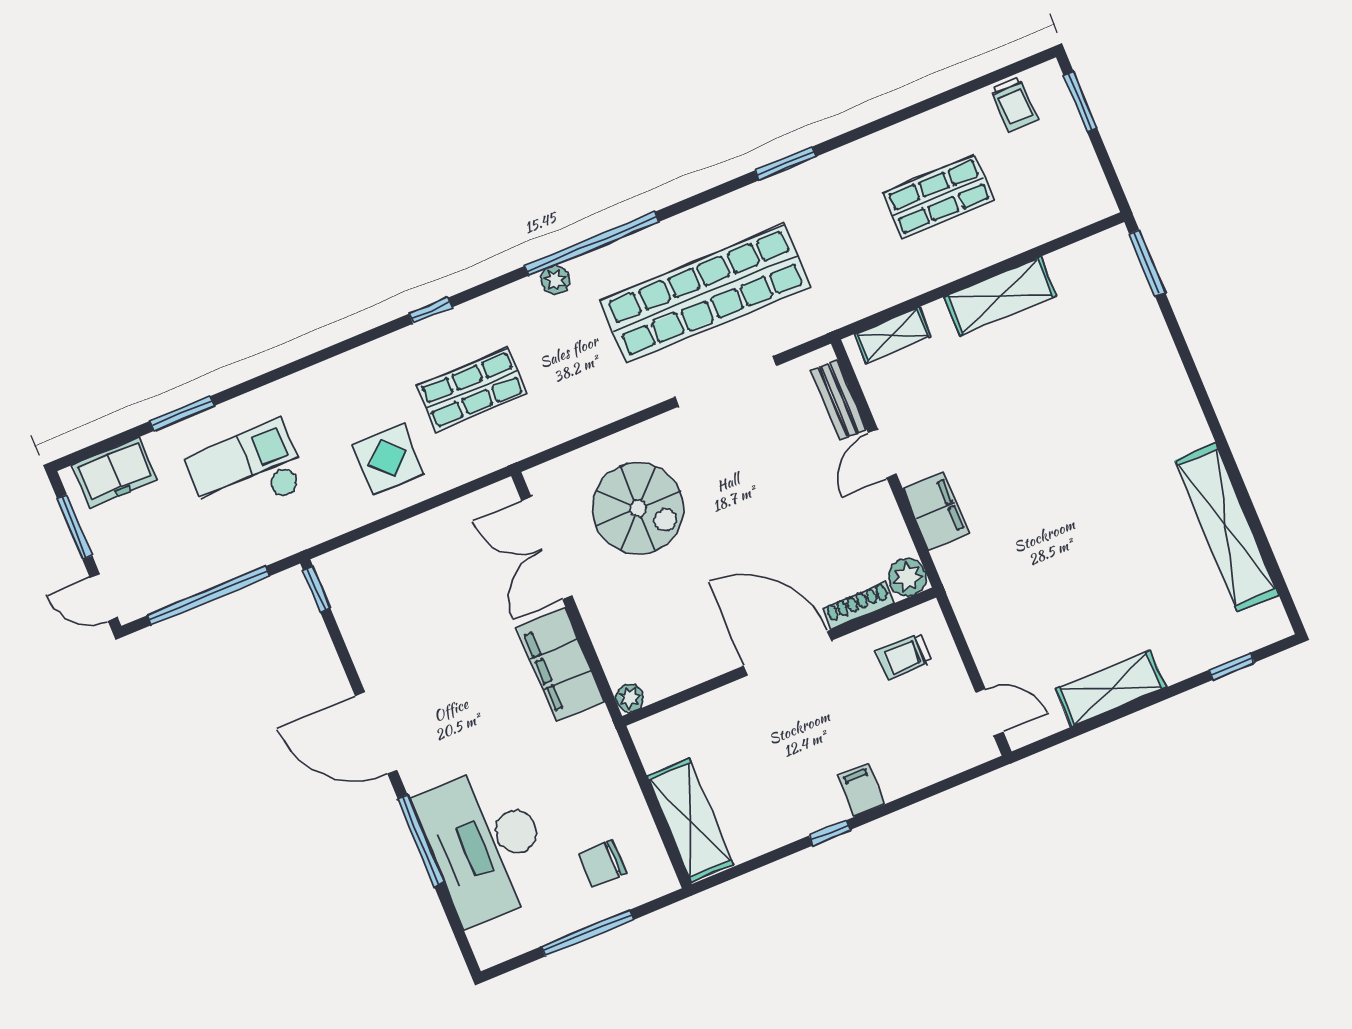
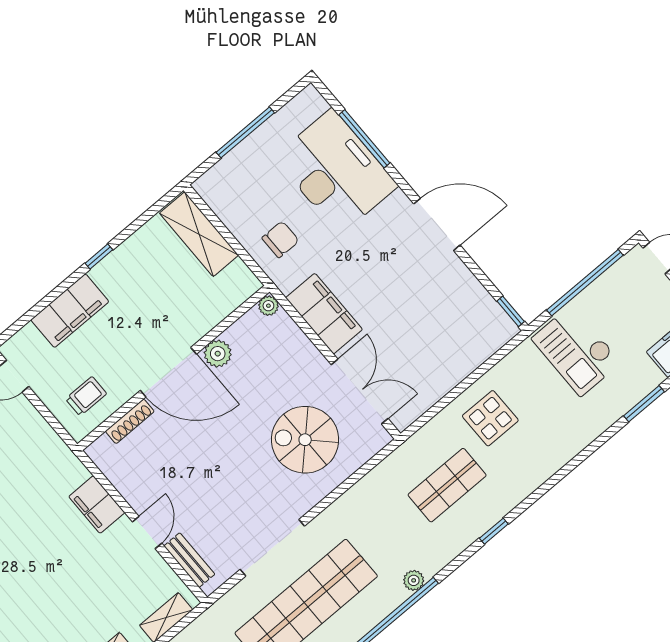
checkout: (246, 472) -> (576, 350), moved, turned 90
plant: (907, 577) -> (218, 354), moved
filing cabinet: (861, 790) -> (70, 311), width x3.00, depth x1.17
window: (421, 840) -> (364, 139), moved
chair: (603, 863) -> (280, 239), moved

